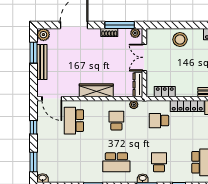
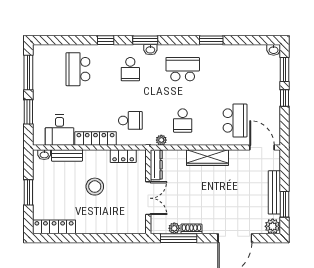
plant: (135, 33) -> (174, 228), moved
stool: (180, 40) -> (95, 187), moved
window: (34, 127) -> (285, 98), moved

